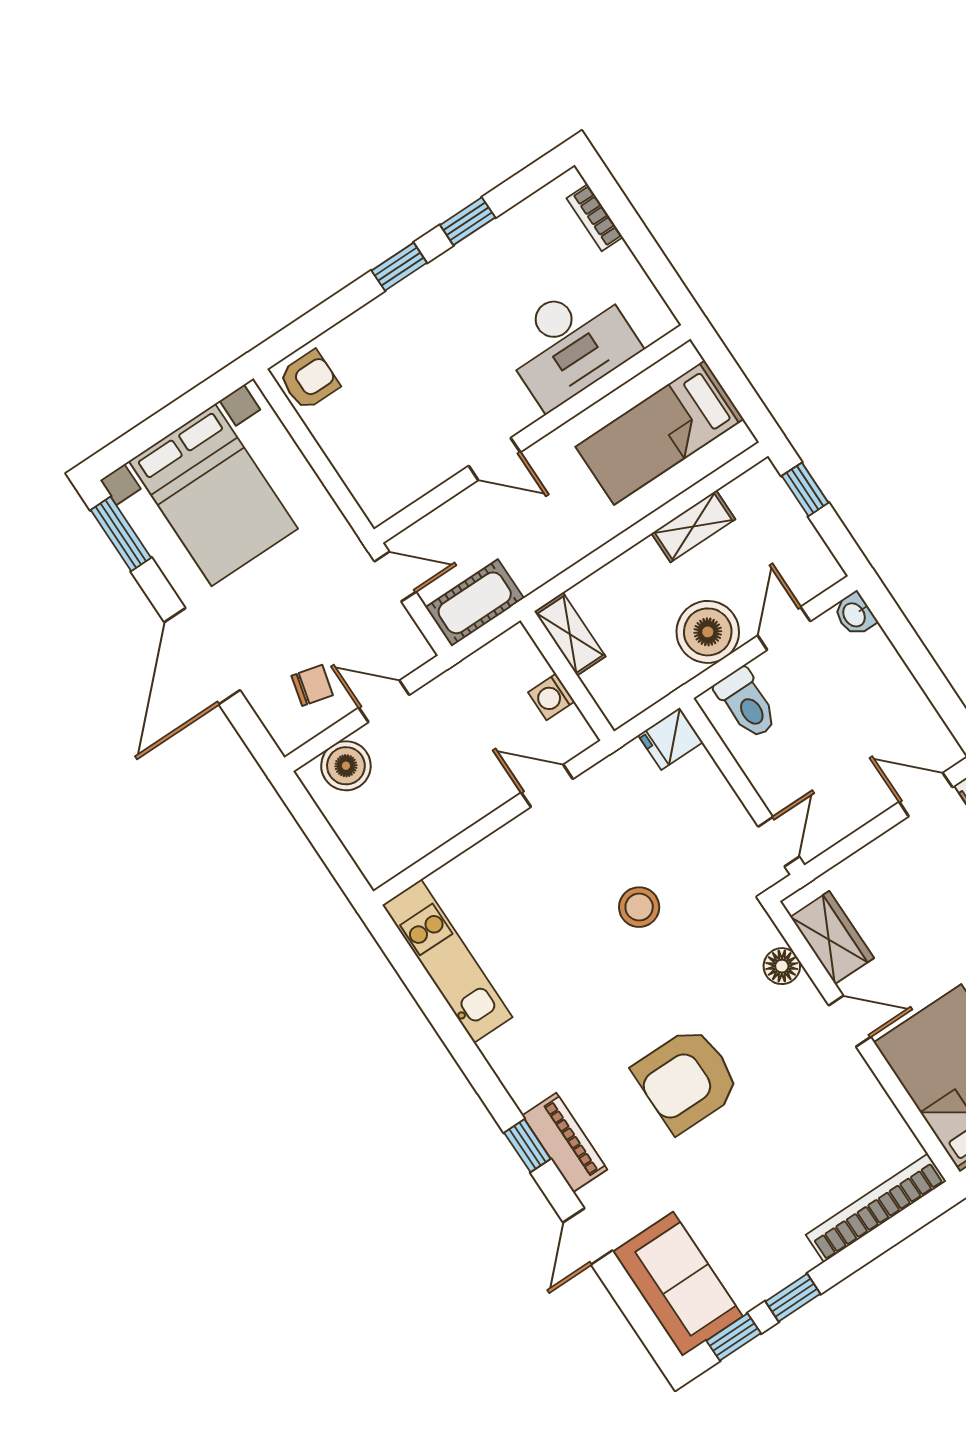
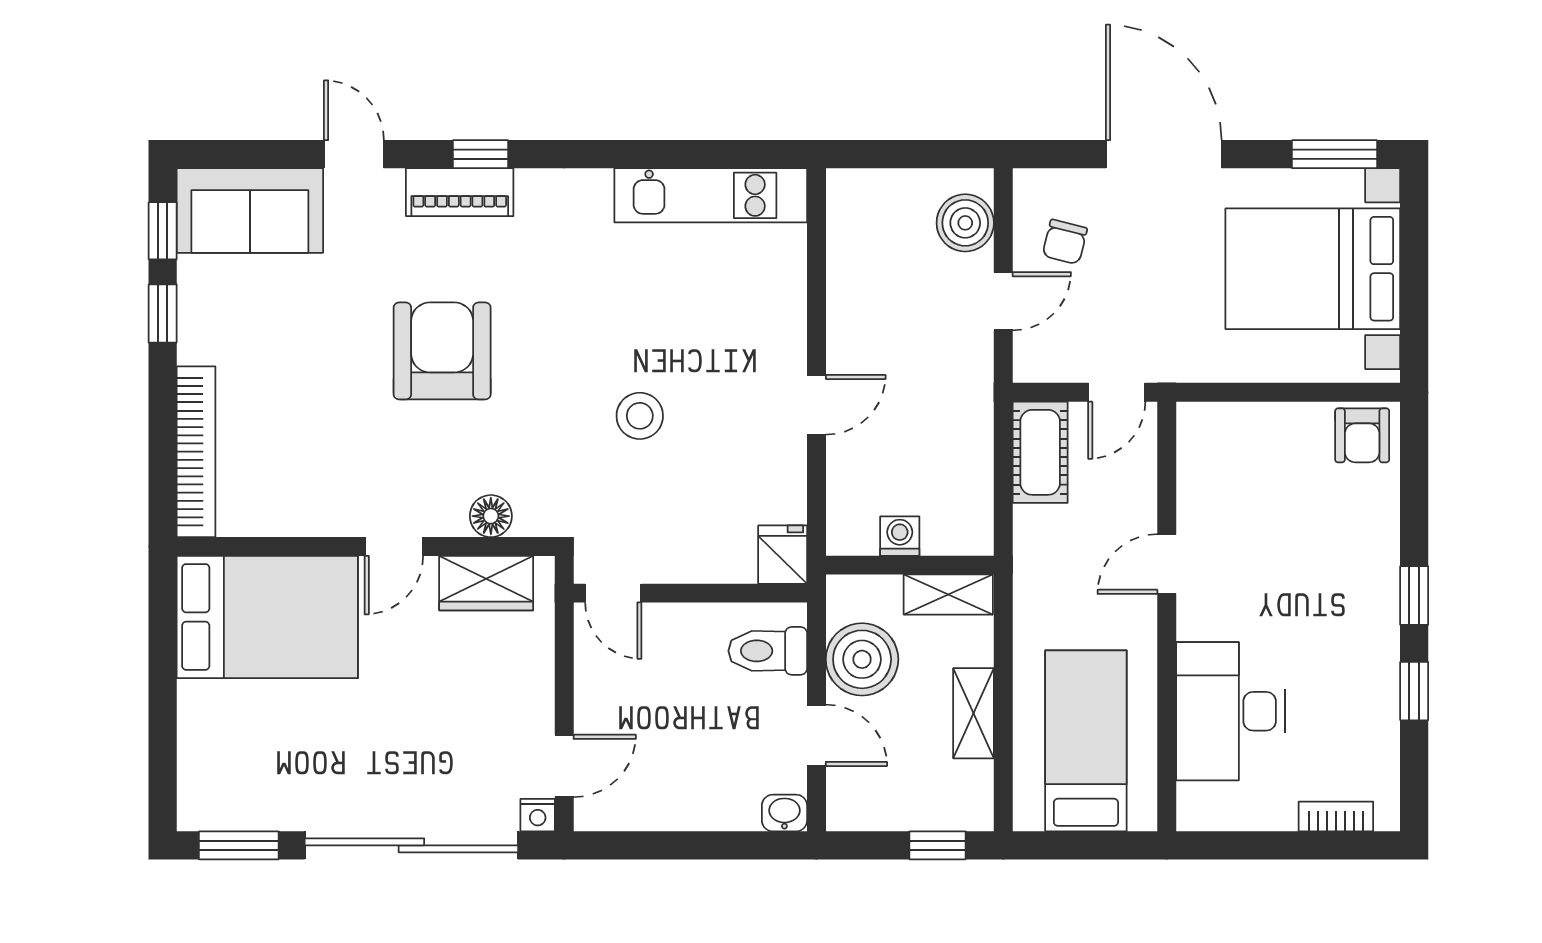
shelving: (570, 634) -> (948, 595), moved
wall: (567, 676) -> (910, 565), moved
washing machine: (551, 697) -> (900, 536), moved

